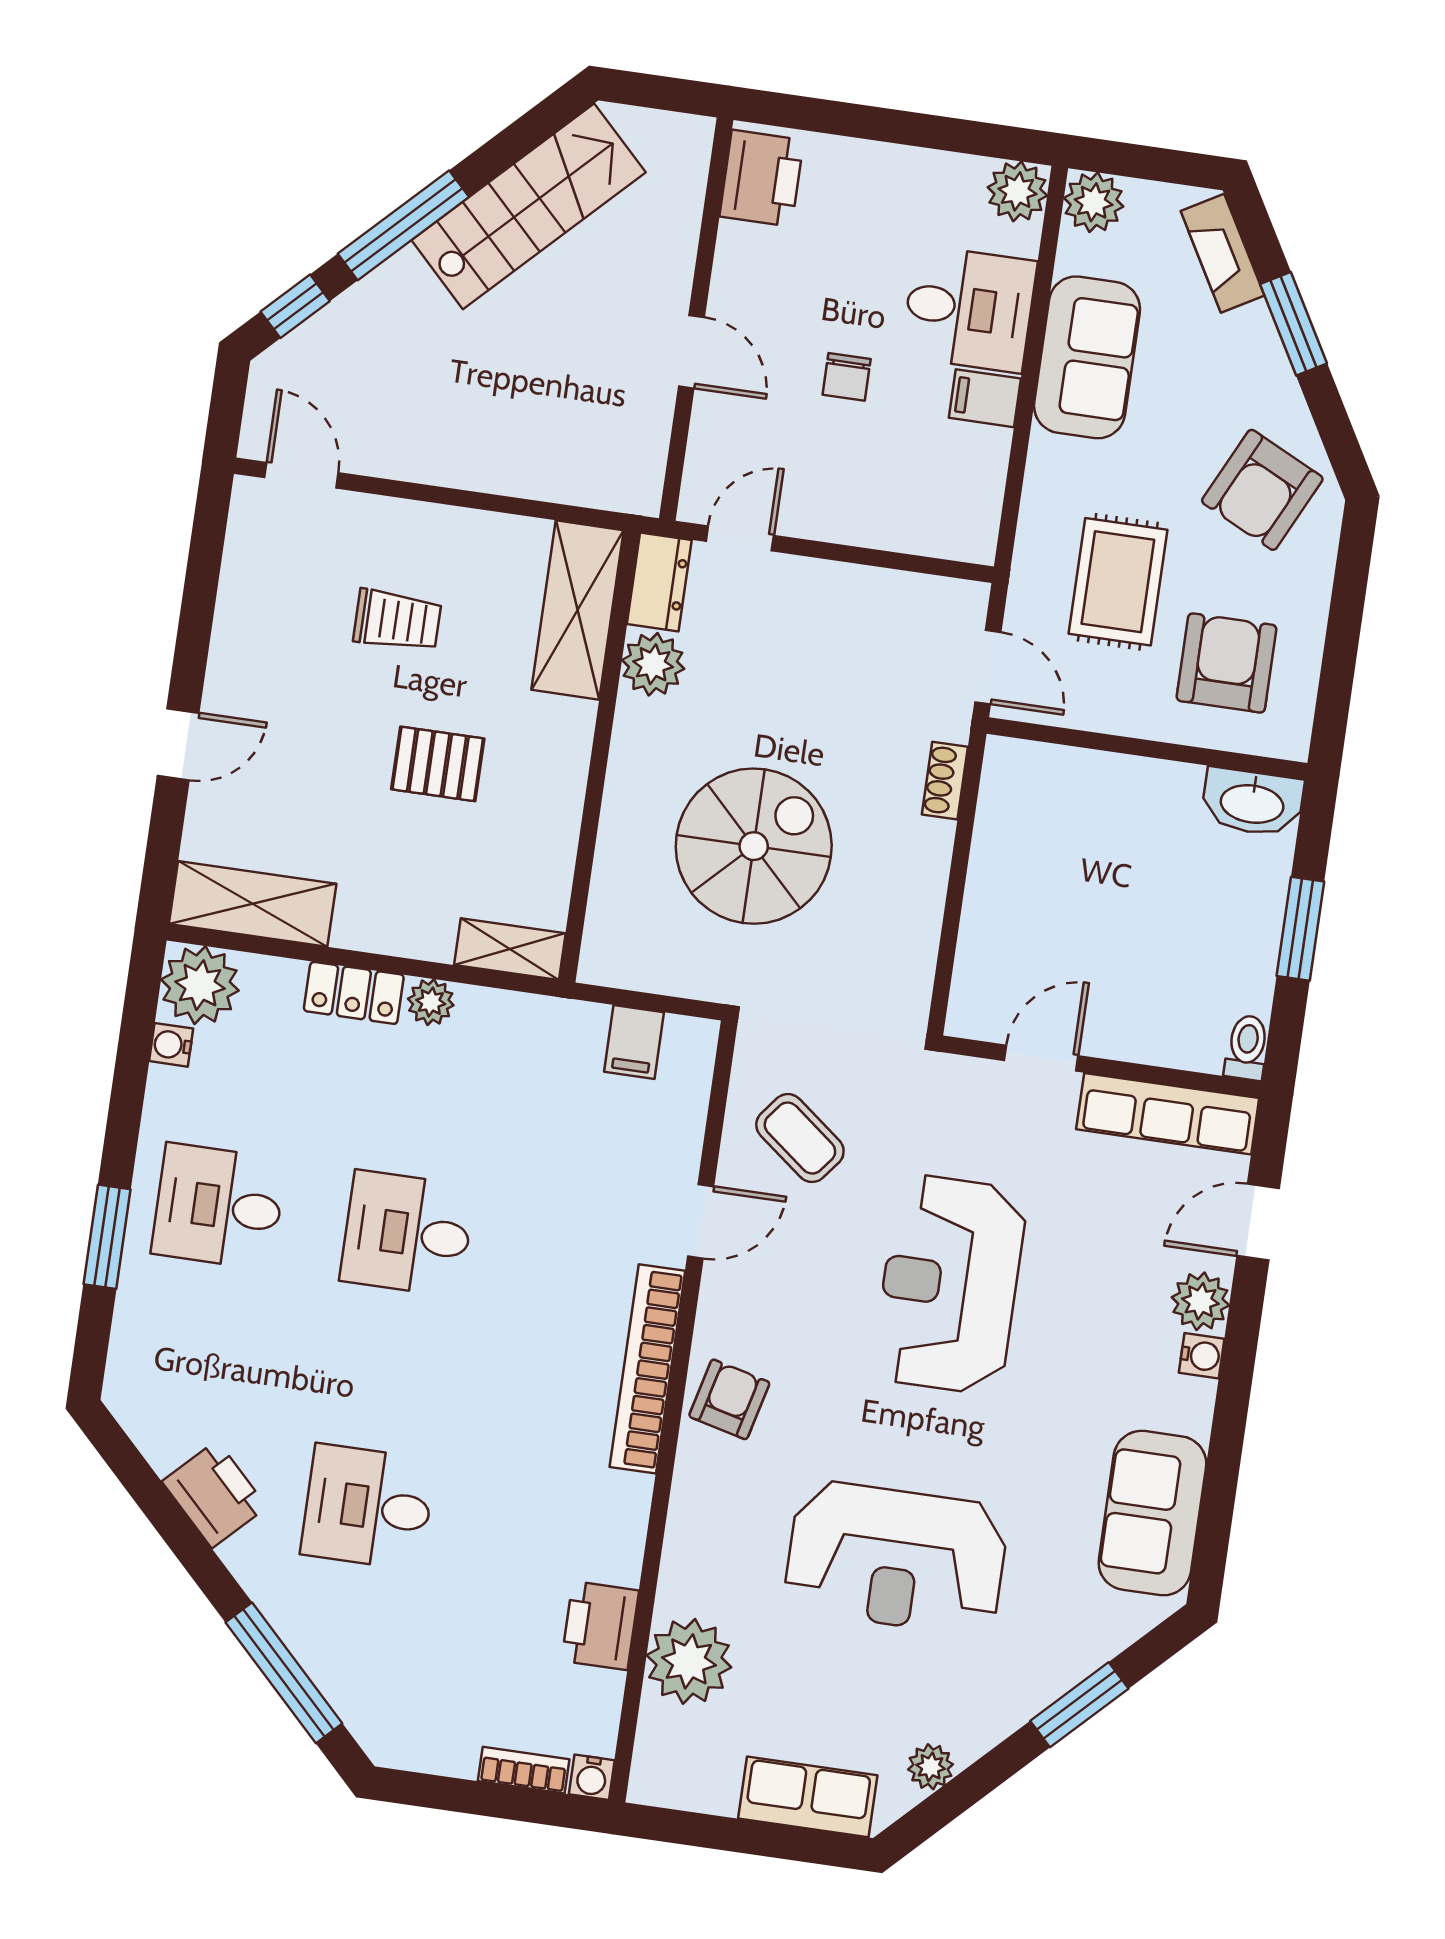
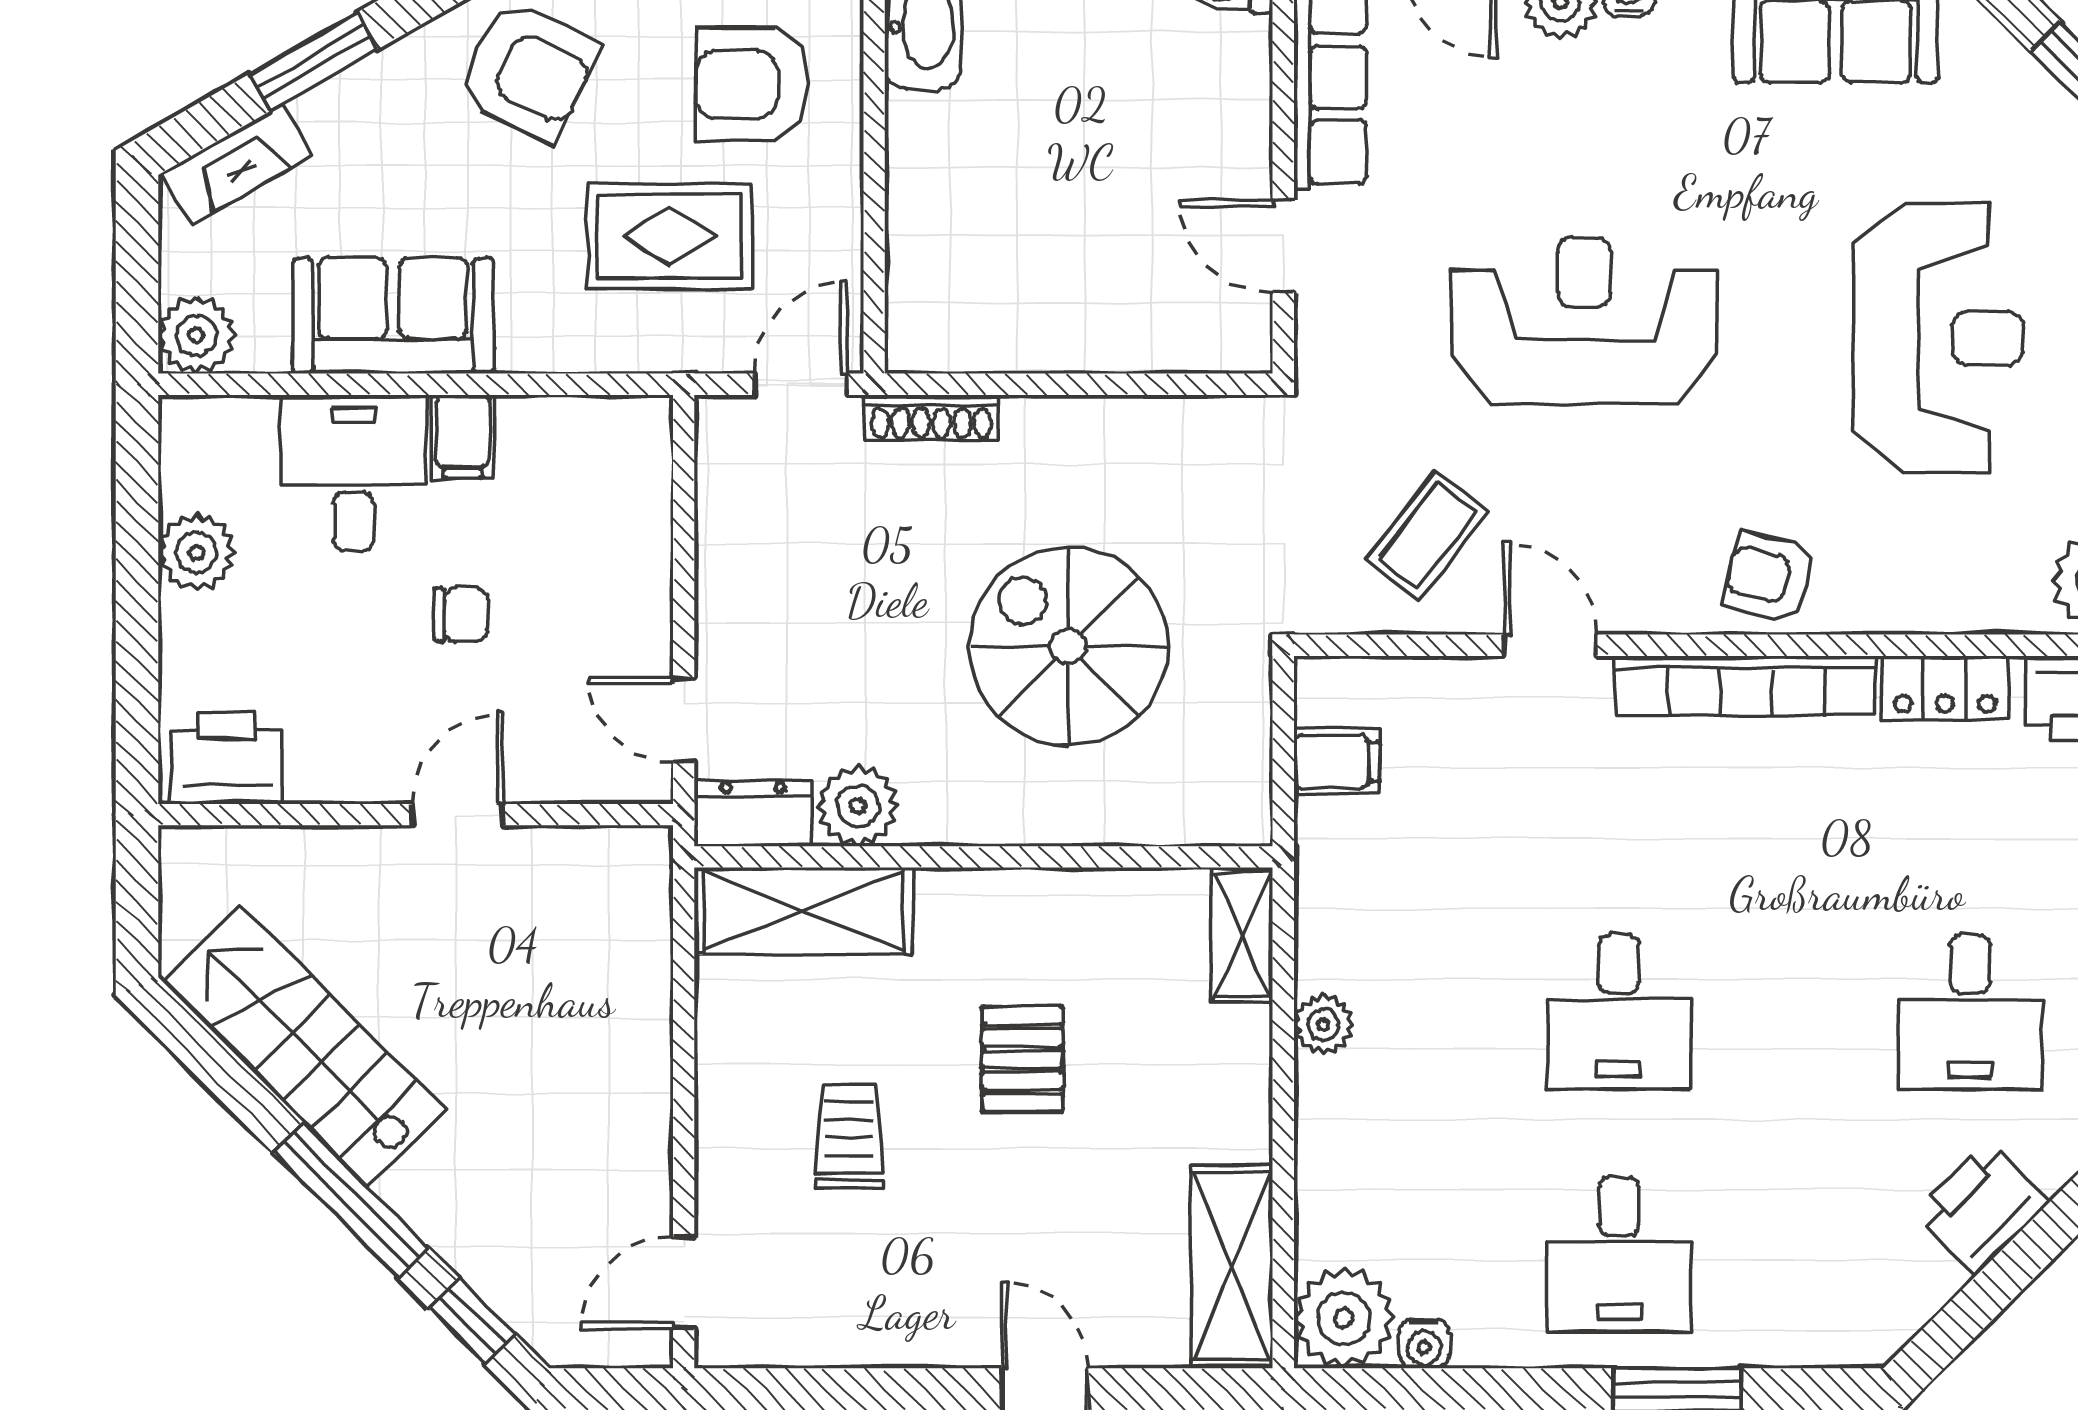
plant: (1017, 191) -> (197, 552), moved
shoe rack: (945, 781) -> (931, 418), width x1.43
locker: (354, 993) -> (1945, 688), moved, turned 90
reception desk: (950, 1284) -> (1584, 320), turned 180

